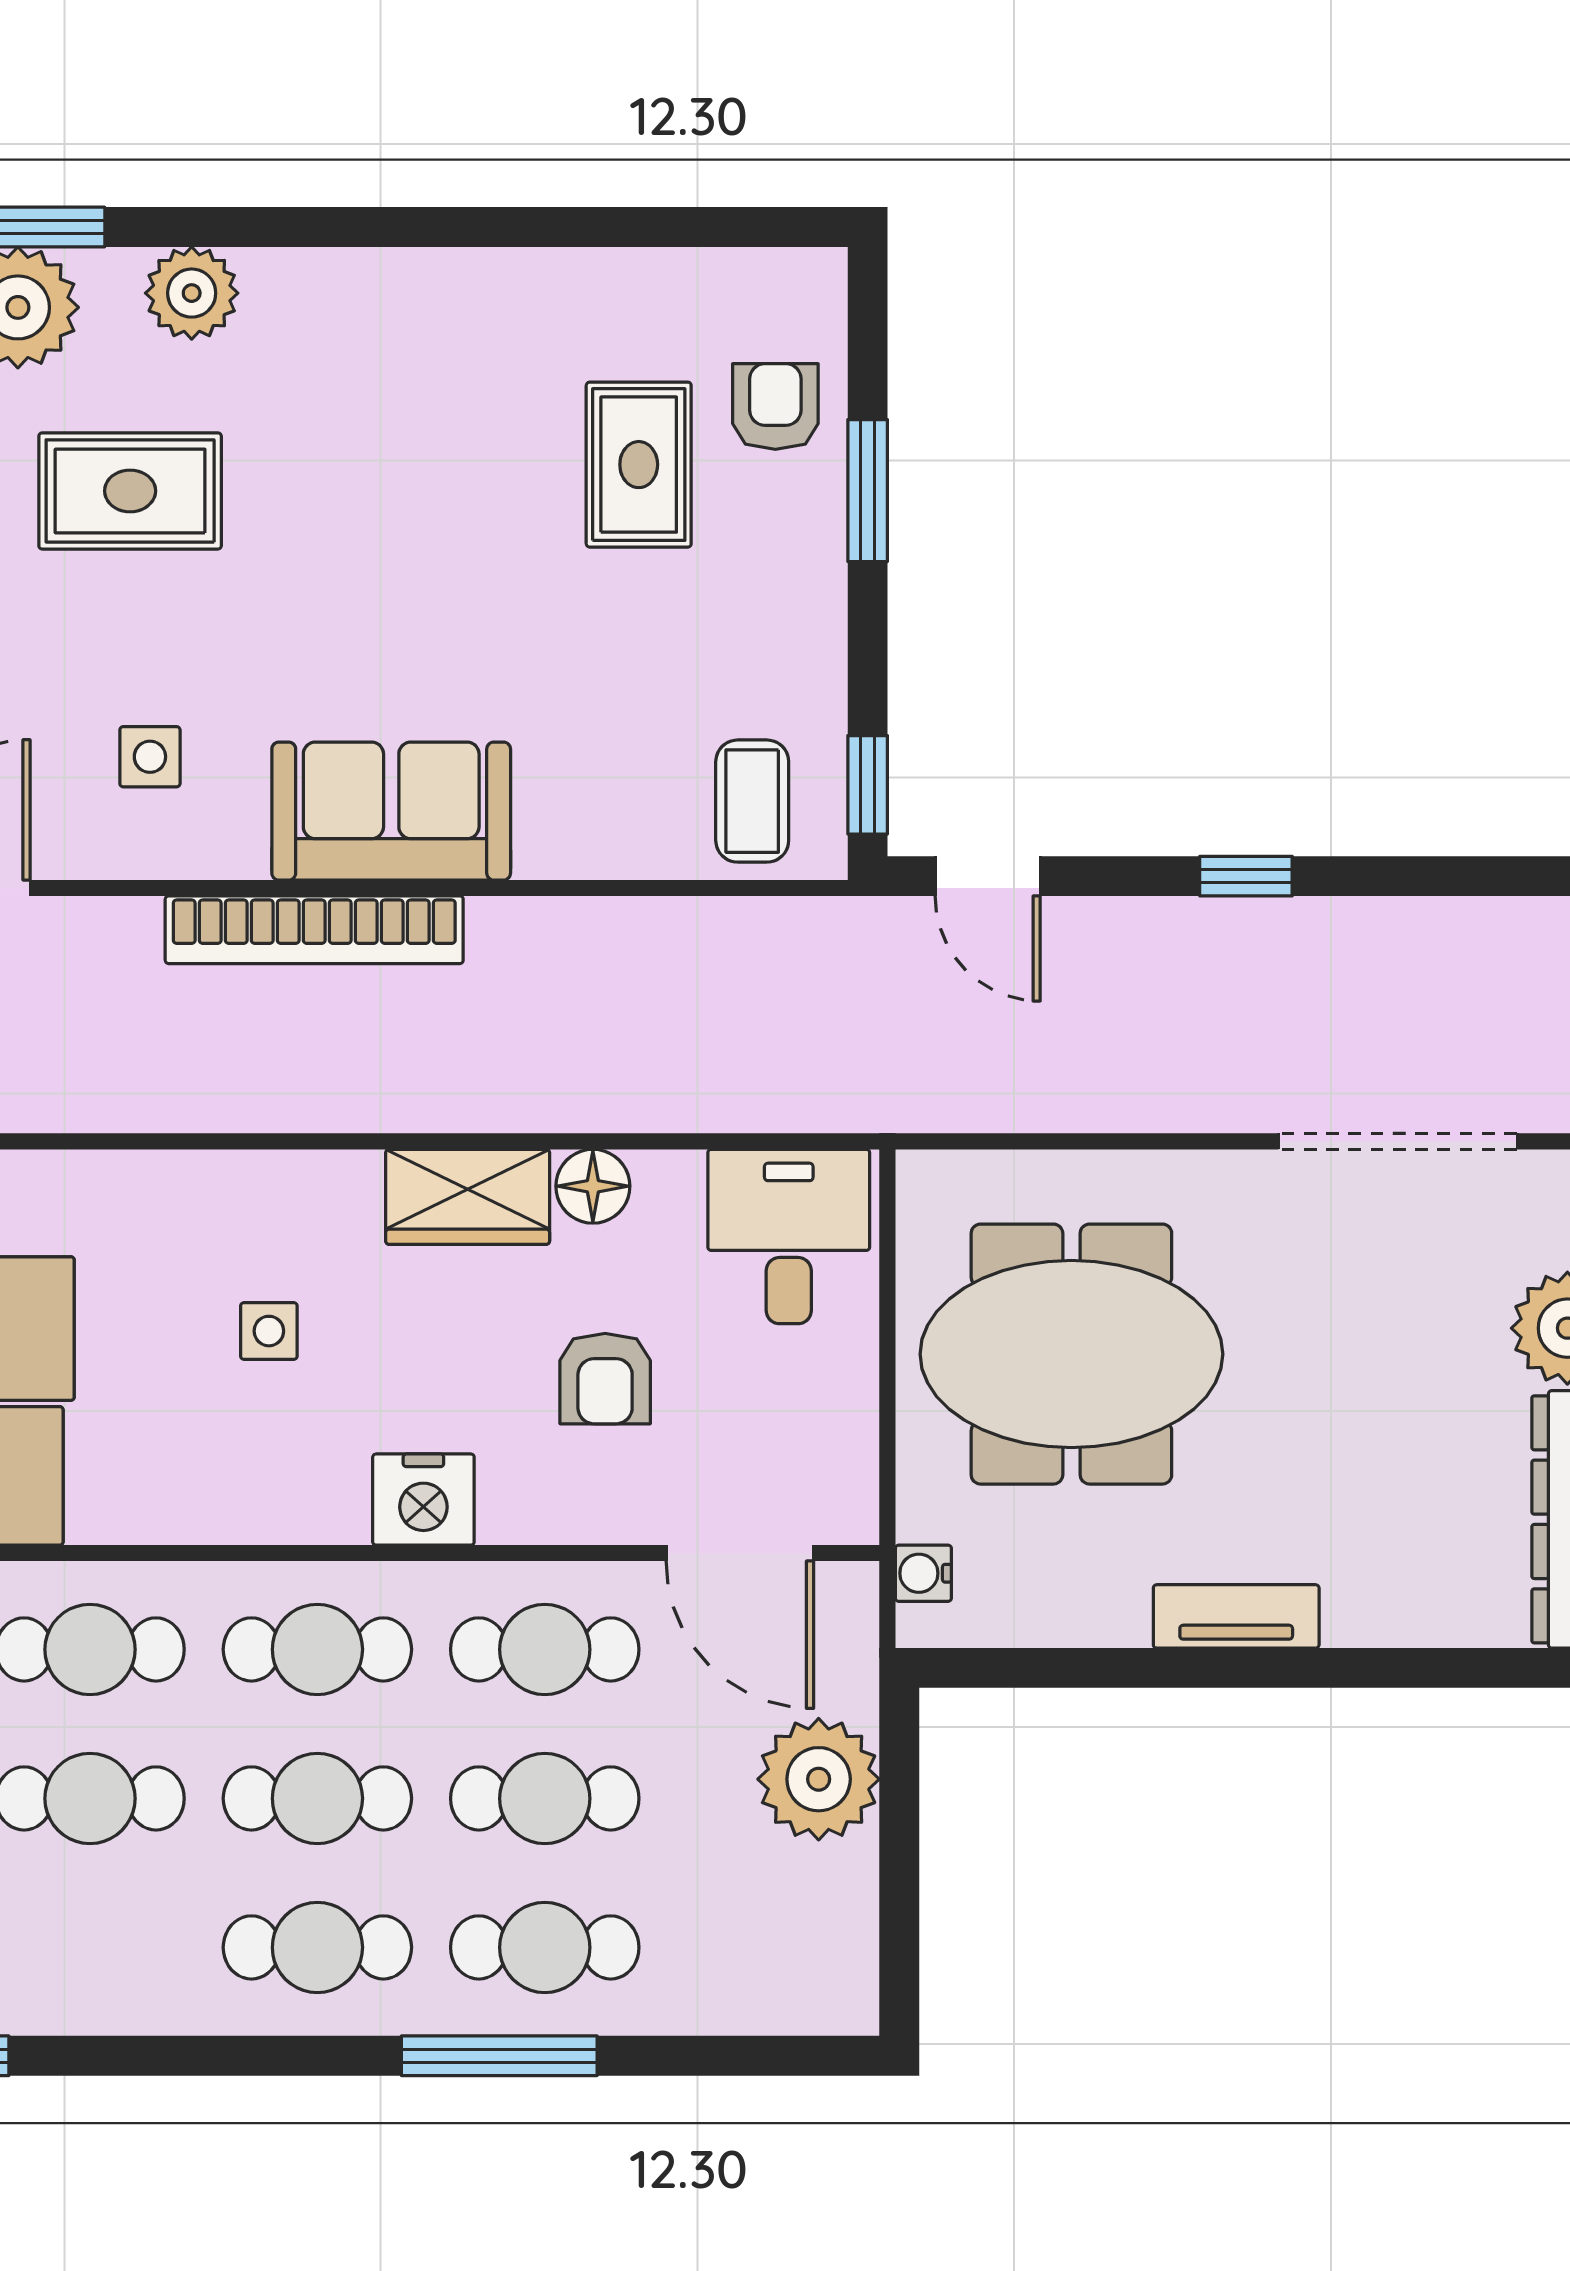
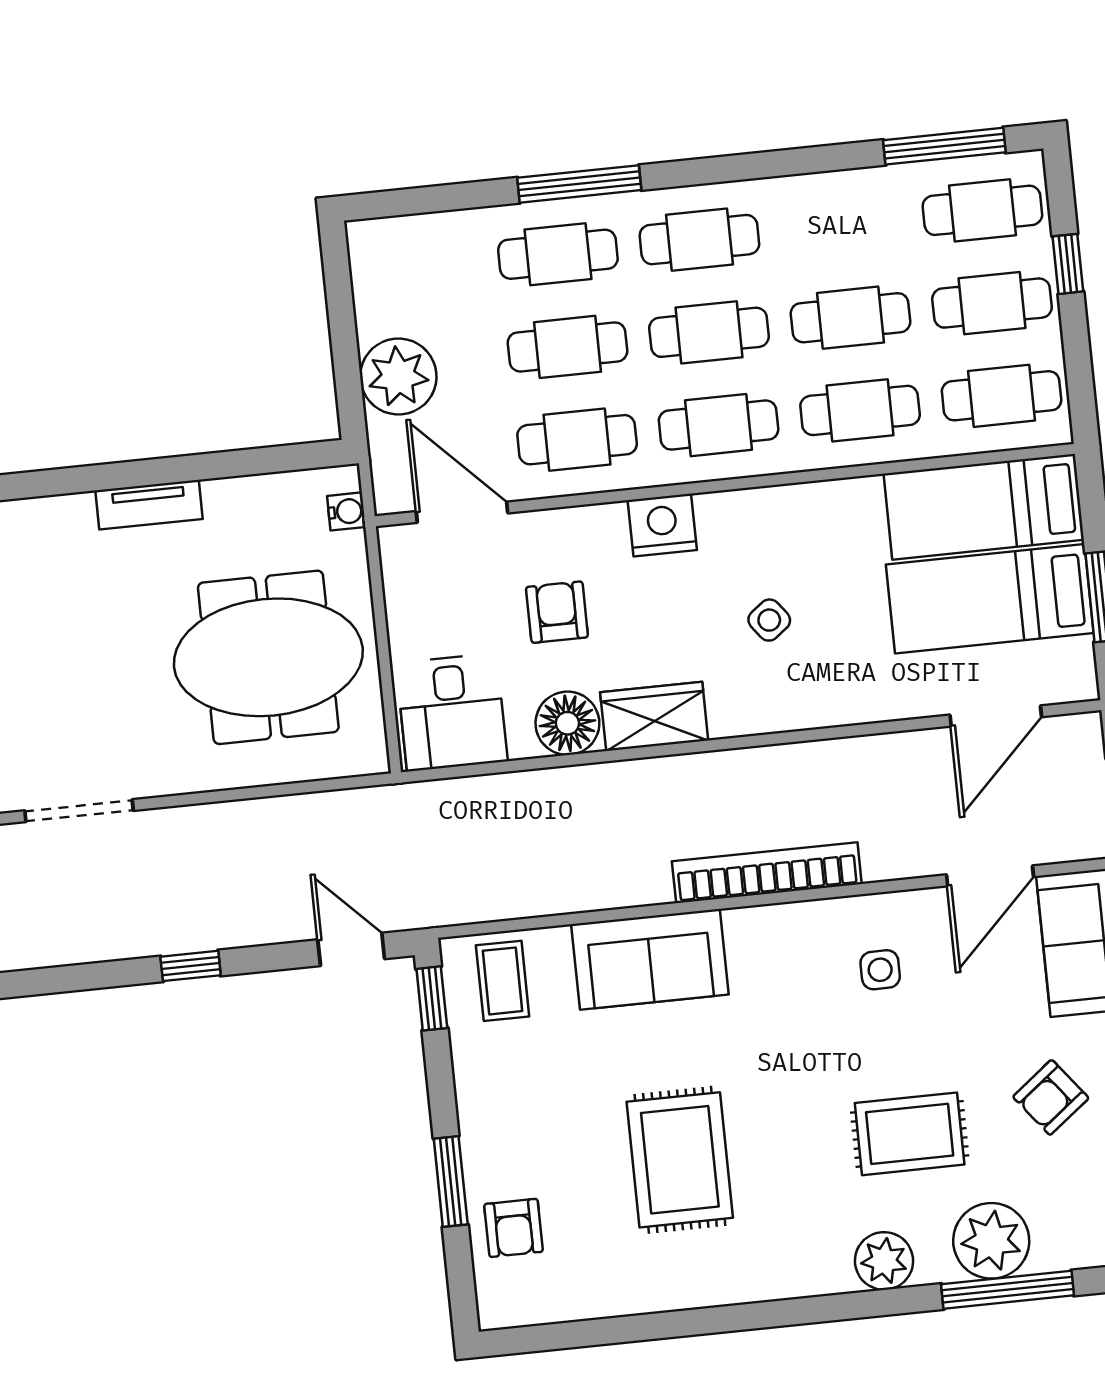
rug: (639, 465) -> (680, 1160), moved, width x1.36, depth x1.43
sofa: (391, 811) -> (650, 959), moved
doorway: (1398, 1141) -> (79, 811), width x0.73
floor lamp: (593, 1186) -> (567, 723), width x1.38, depth x1.38
side table: (269, 1331) -> (769, 620), turned -37

